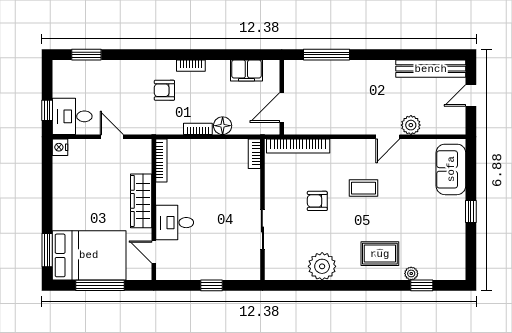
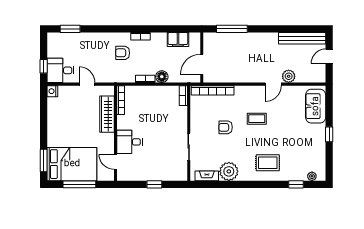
wardrobe: (141, 201) -> (107, 114), moved
fireplace: (289, 273) -> (207, 176), added
plant: (411, 273) -> (312, 176), moved

